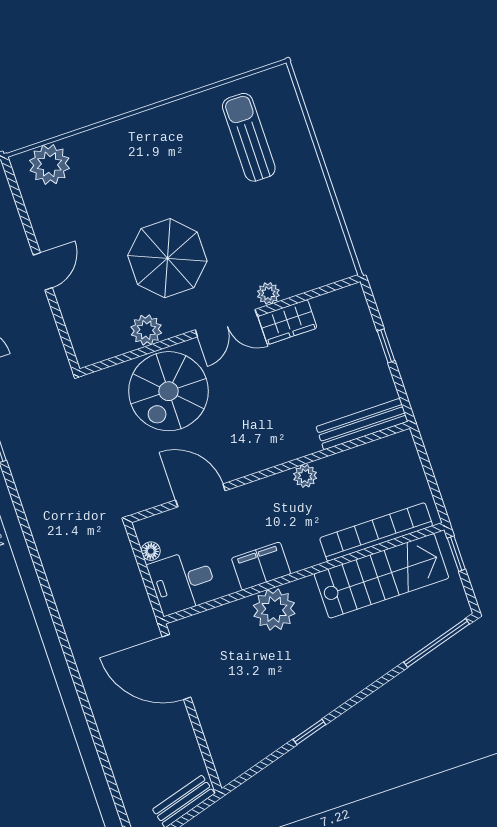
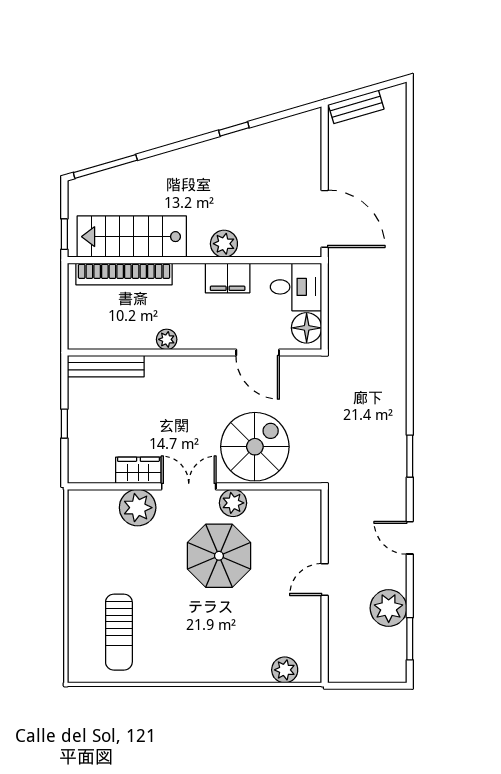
plant: (49, 164) -> (285, 670), width x0.73, depth x0.73
plant: (268, 293) -> (138, 508), width x1.88, depth x1.88
plant: (146, 330) -> (233, 503), moved
floor lamp: (151, 551) -> (307, 328), width x1.89, depth x1.89
plant: (274, 609) -> (224, 244), width x0.73, depth x0.73

